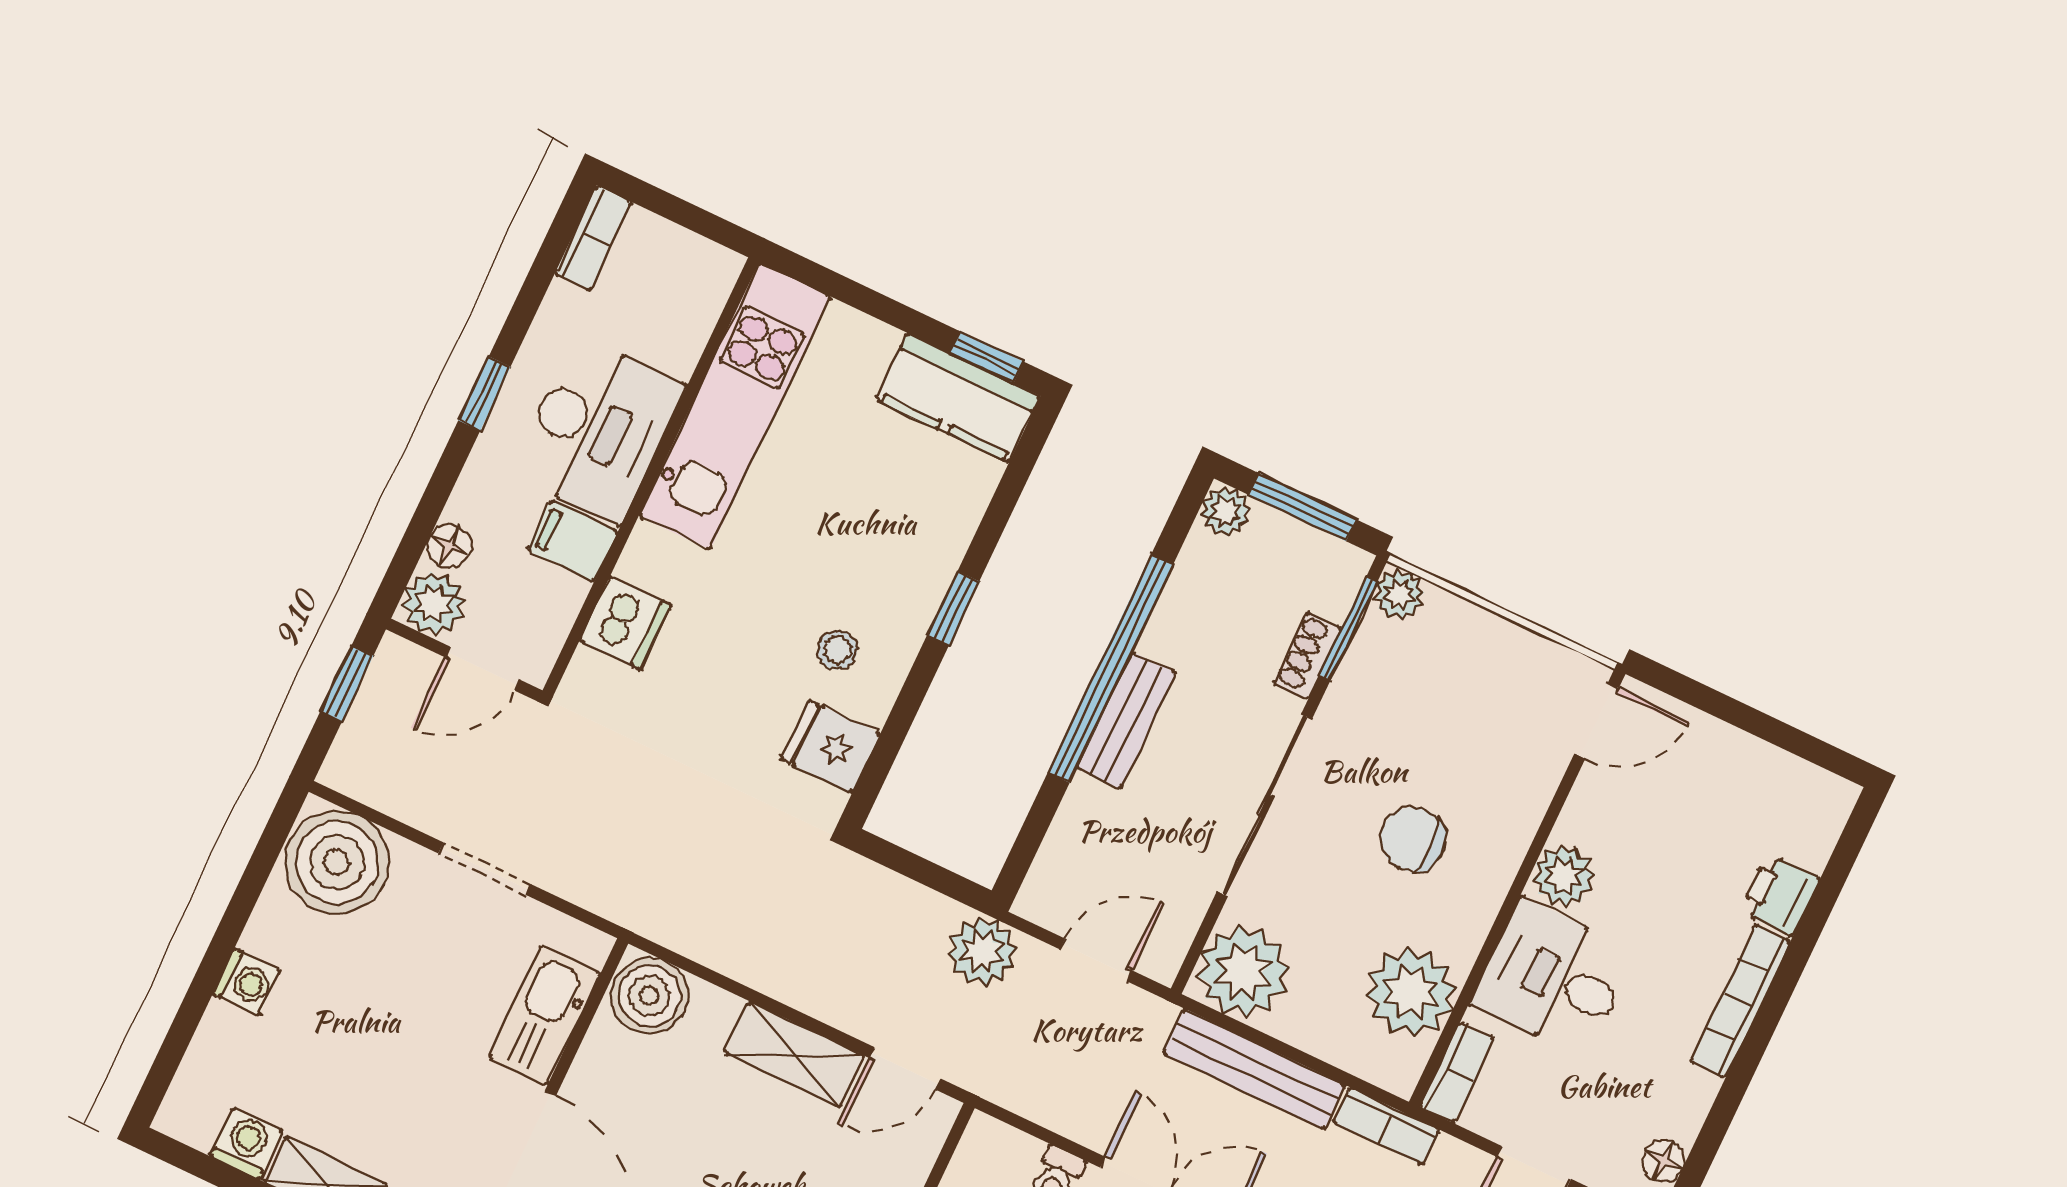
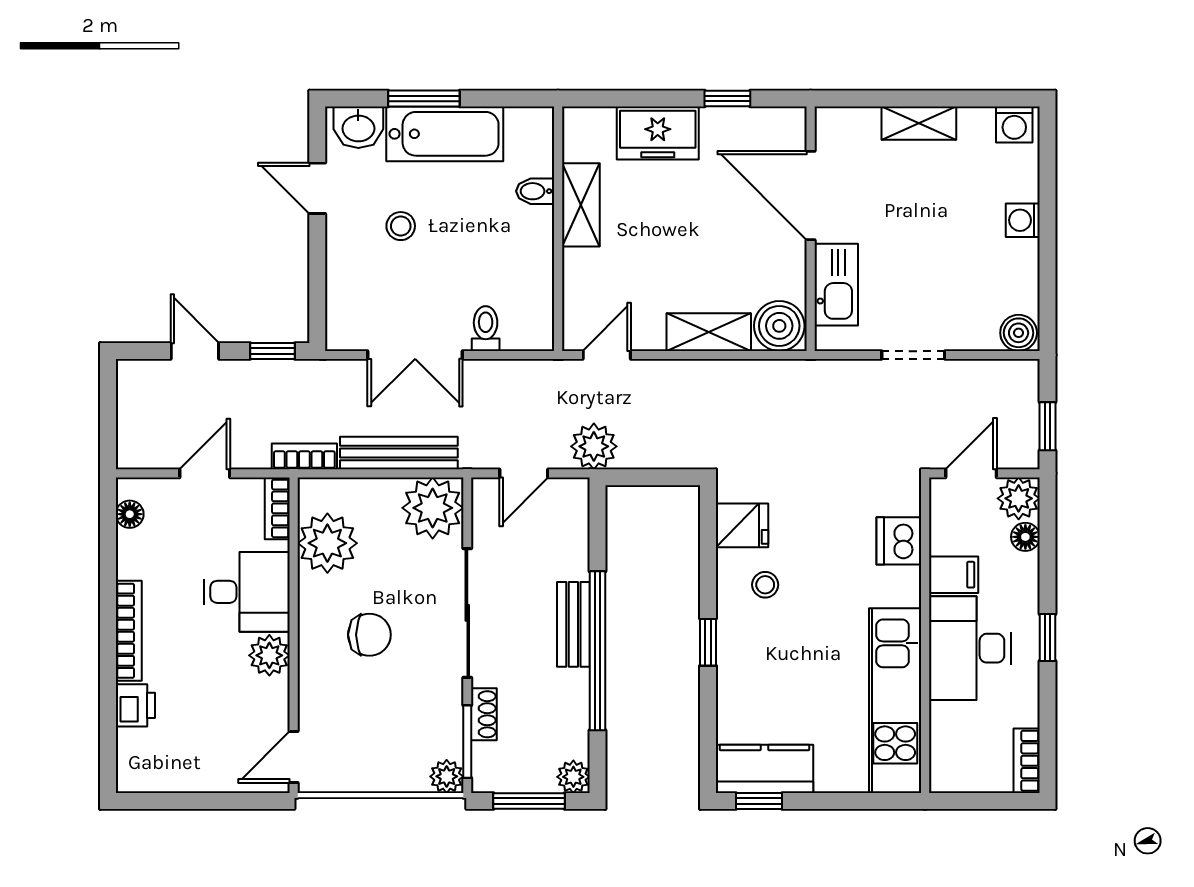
boiler: (337, 862) -> (1019, 333), width x0.54, depth x0.54
shelving: (794, 1054) -> (709, 332), moved
washing machine: (246, 1143) -> (1014, 124), moved

